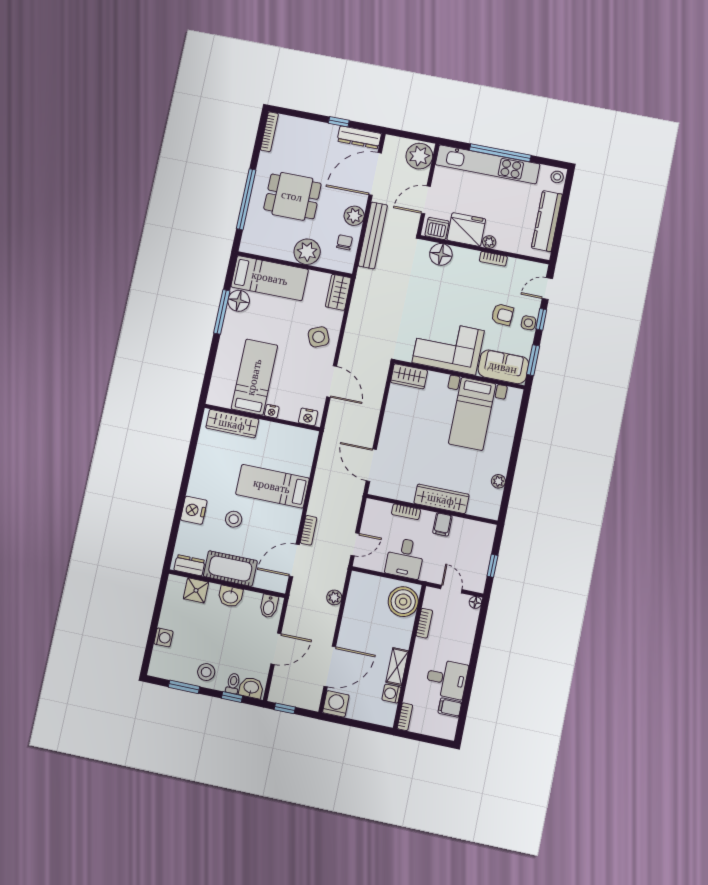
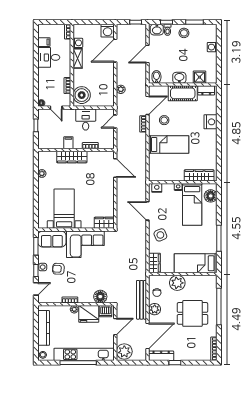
floor lamp: (239, 301) -> (211, 196), moved
stool: (234, 519) -> (164, 120), moved

